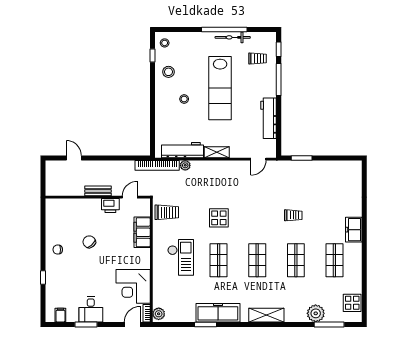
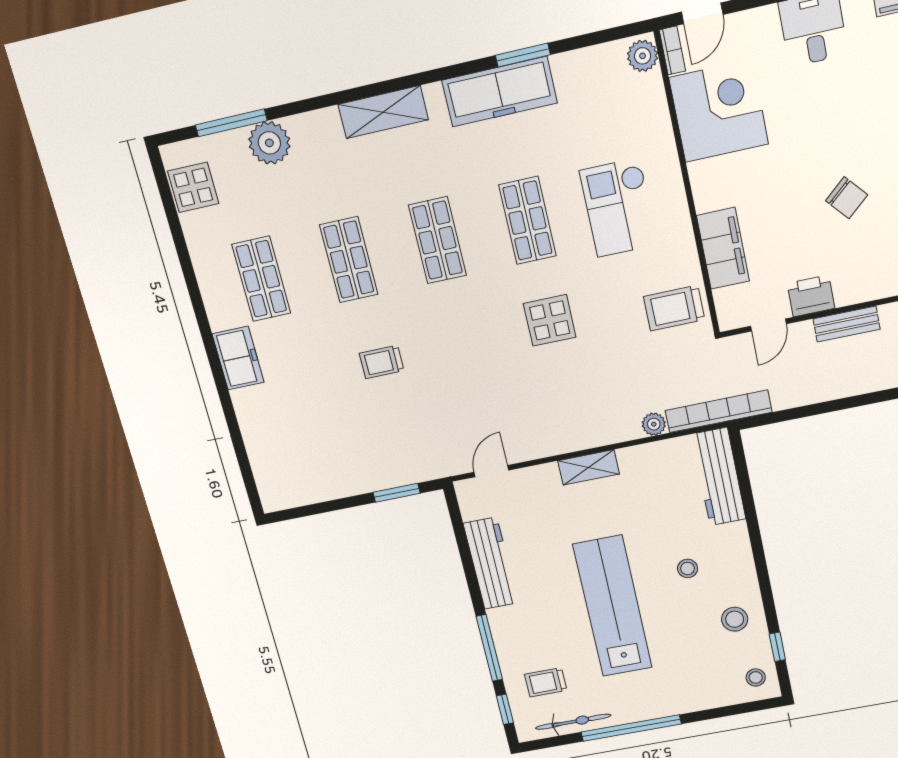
bicycle: (233, 37) -> (573, 722), moved
workbench: (183, 150) -> (719, 477), moved, turned 90

